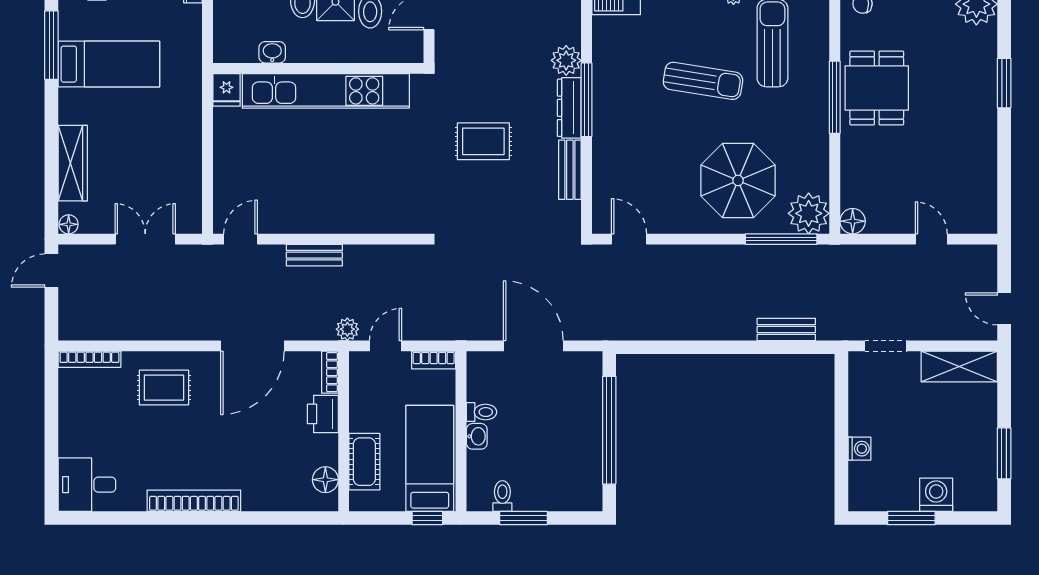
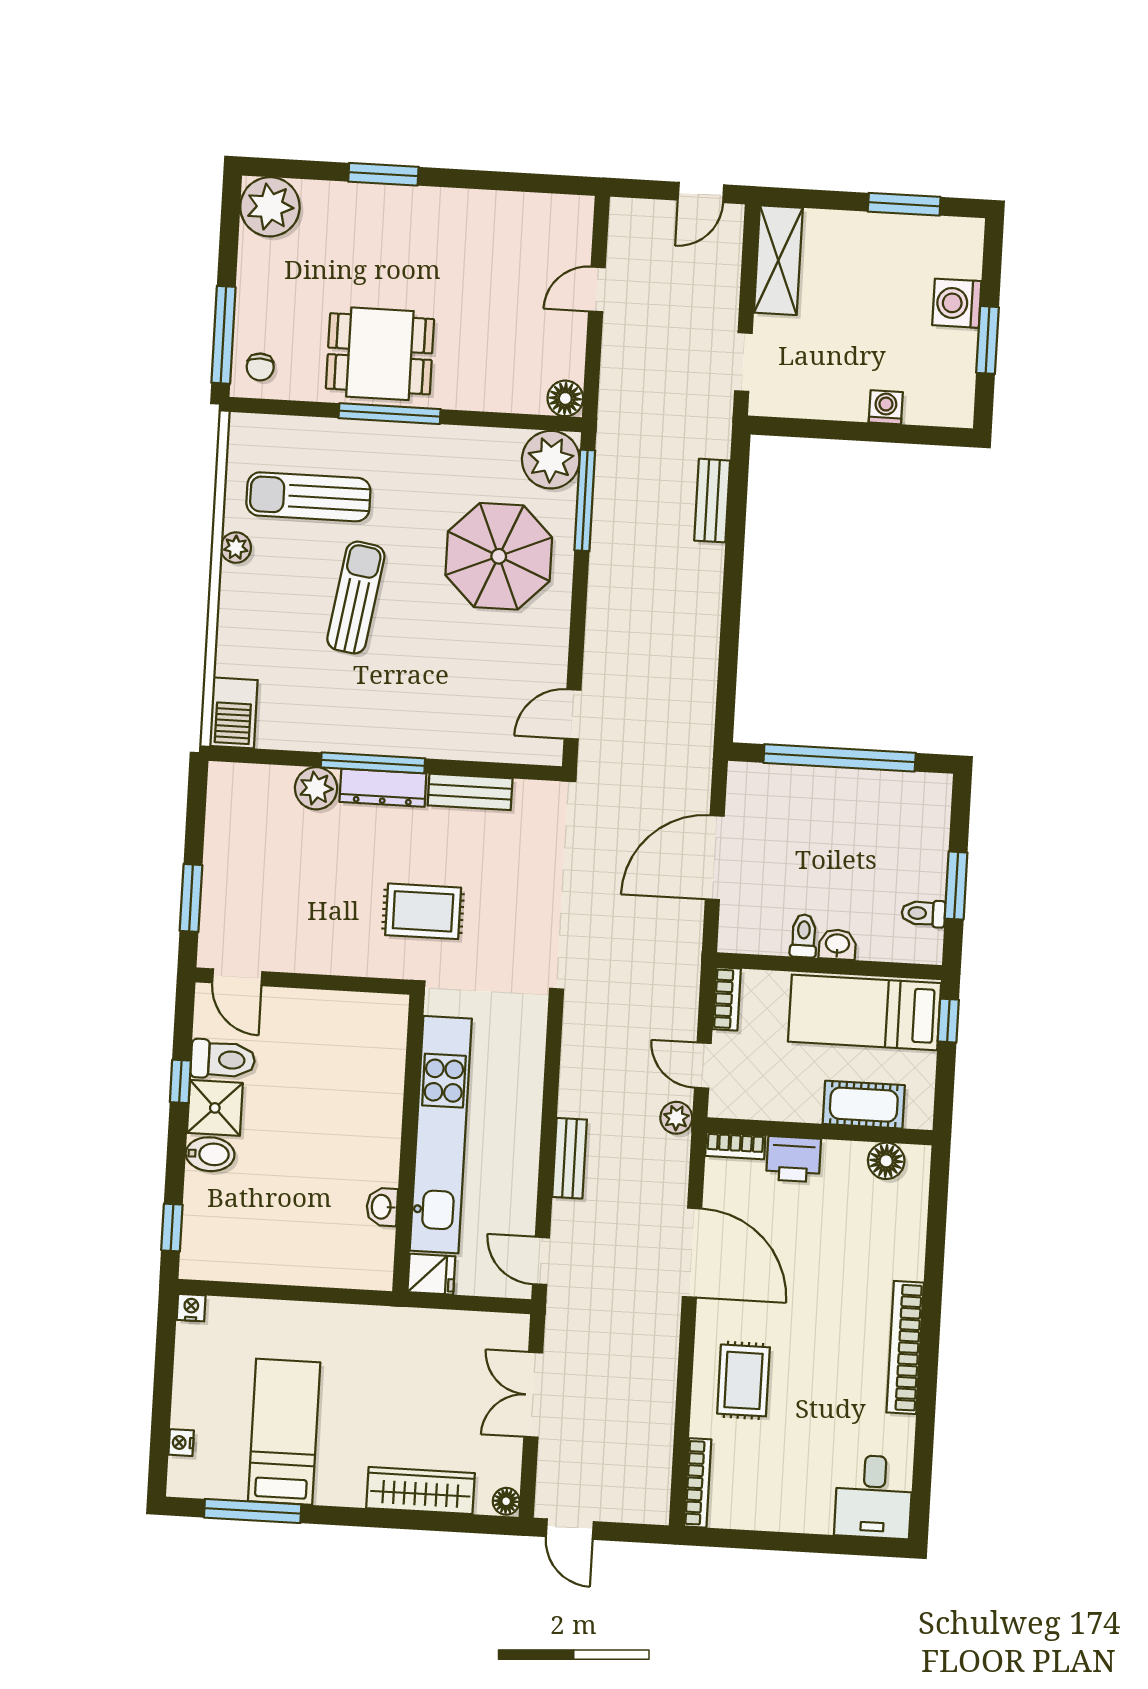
washbasin: (272, 52) -> (382, 1207), moved
wall: (318, 68) -> (408, 1143), moved
fridge: (226, 90) -> (431, 1274), moved
kitchen unit: (326, 91) -> (441, 1135), moved
rug: (483, 141) -> (423, 911), turned 90

